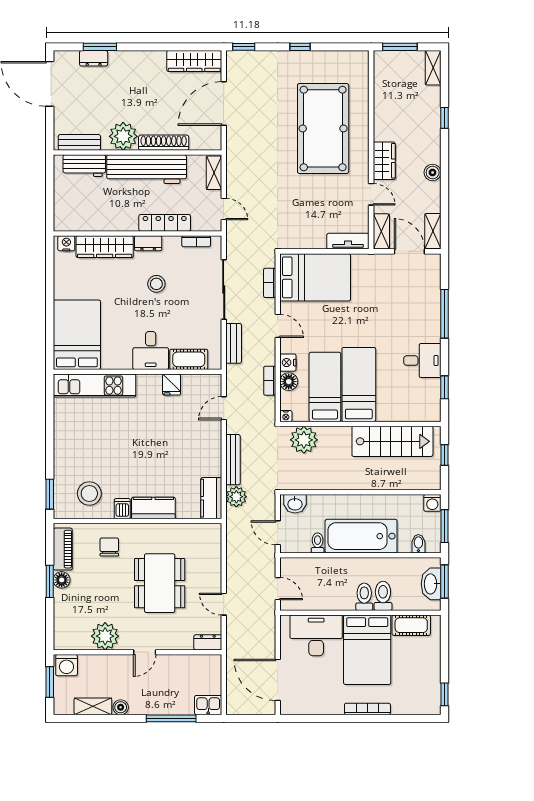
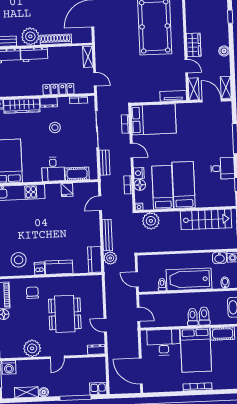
workbench: (147, 169) -> (34, 55), width x0.53, depth x0.76
washbasin: (295, 504) -> (219, 258), moved

